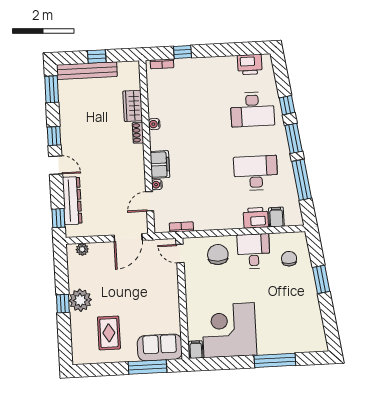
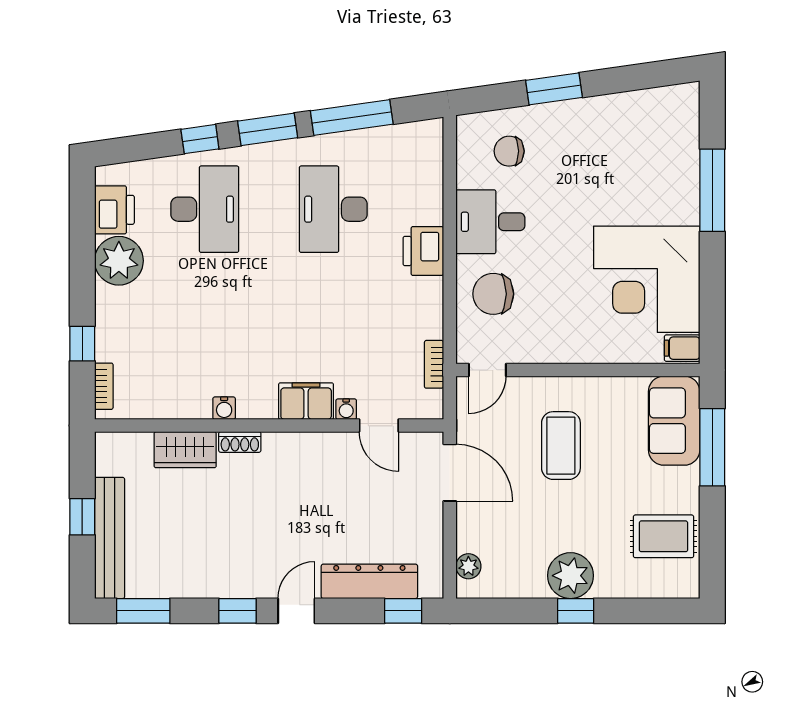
plant: (225, 68) -> (119, 261), added
filing cabinet: (276, 217) -> (424, 172), removed
printer: (256, 218) -> (423, 251), moved
coffee table: (144, 292) -> (561, 446), added
rug: (109, 333) -> (663, 536), moved

